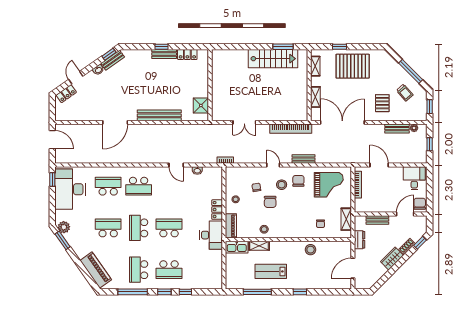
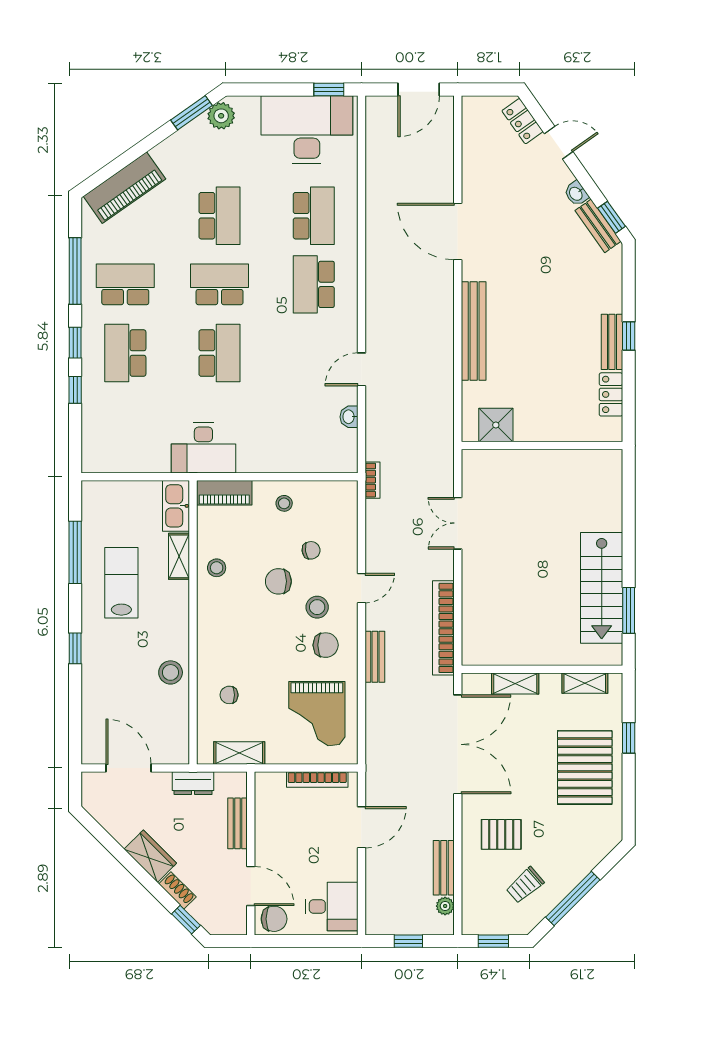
locker: (217, 210) -> (261, 461), removed

